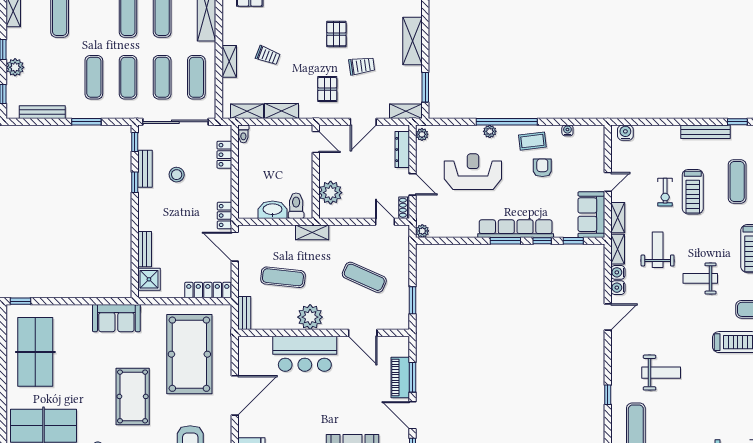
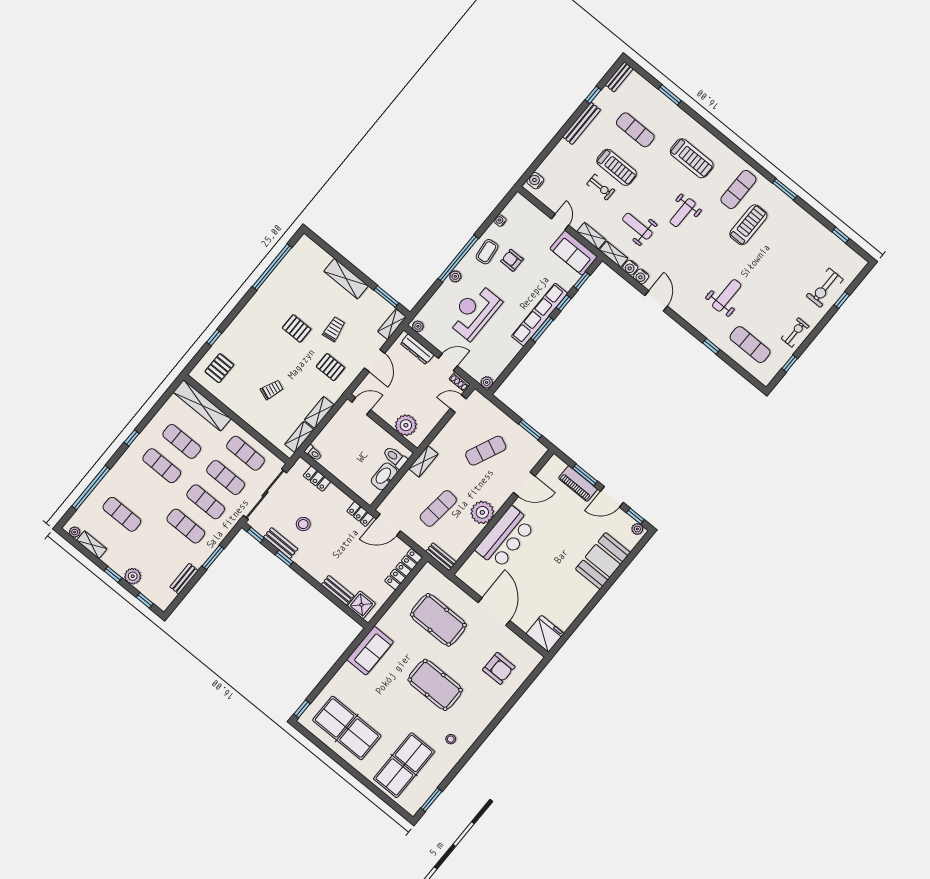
shelving: (229, 61) -> (253, 421), removed
bench: (42, 112) -> (184, 579), width x0.73
pool table: (189, 354) -> (438, 620), width x0.73, depth x0.76

